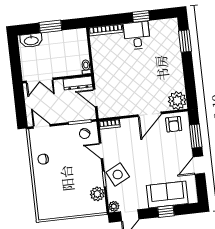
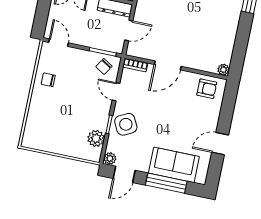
door: (95, 98) -> (129, 31), swing flipped
plant: (177, 101) -> (223, 70), width x0.53, depth x0.53
door: (150, 114) -> (168, 65), moved
armchair: (174, 124) -> (207, 89), turned -90
window: (196, 136) -> (227, 110), removed
window: (166, 211) -> (166, 183), width x2.17

